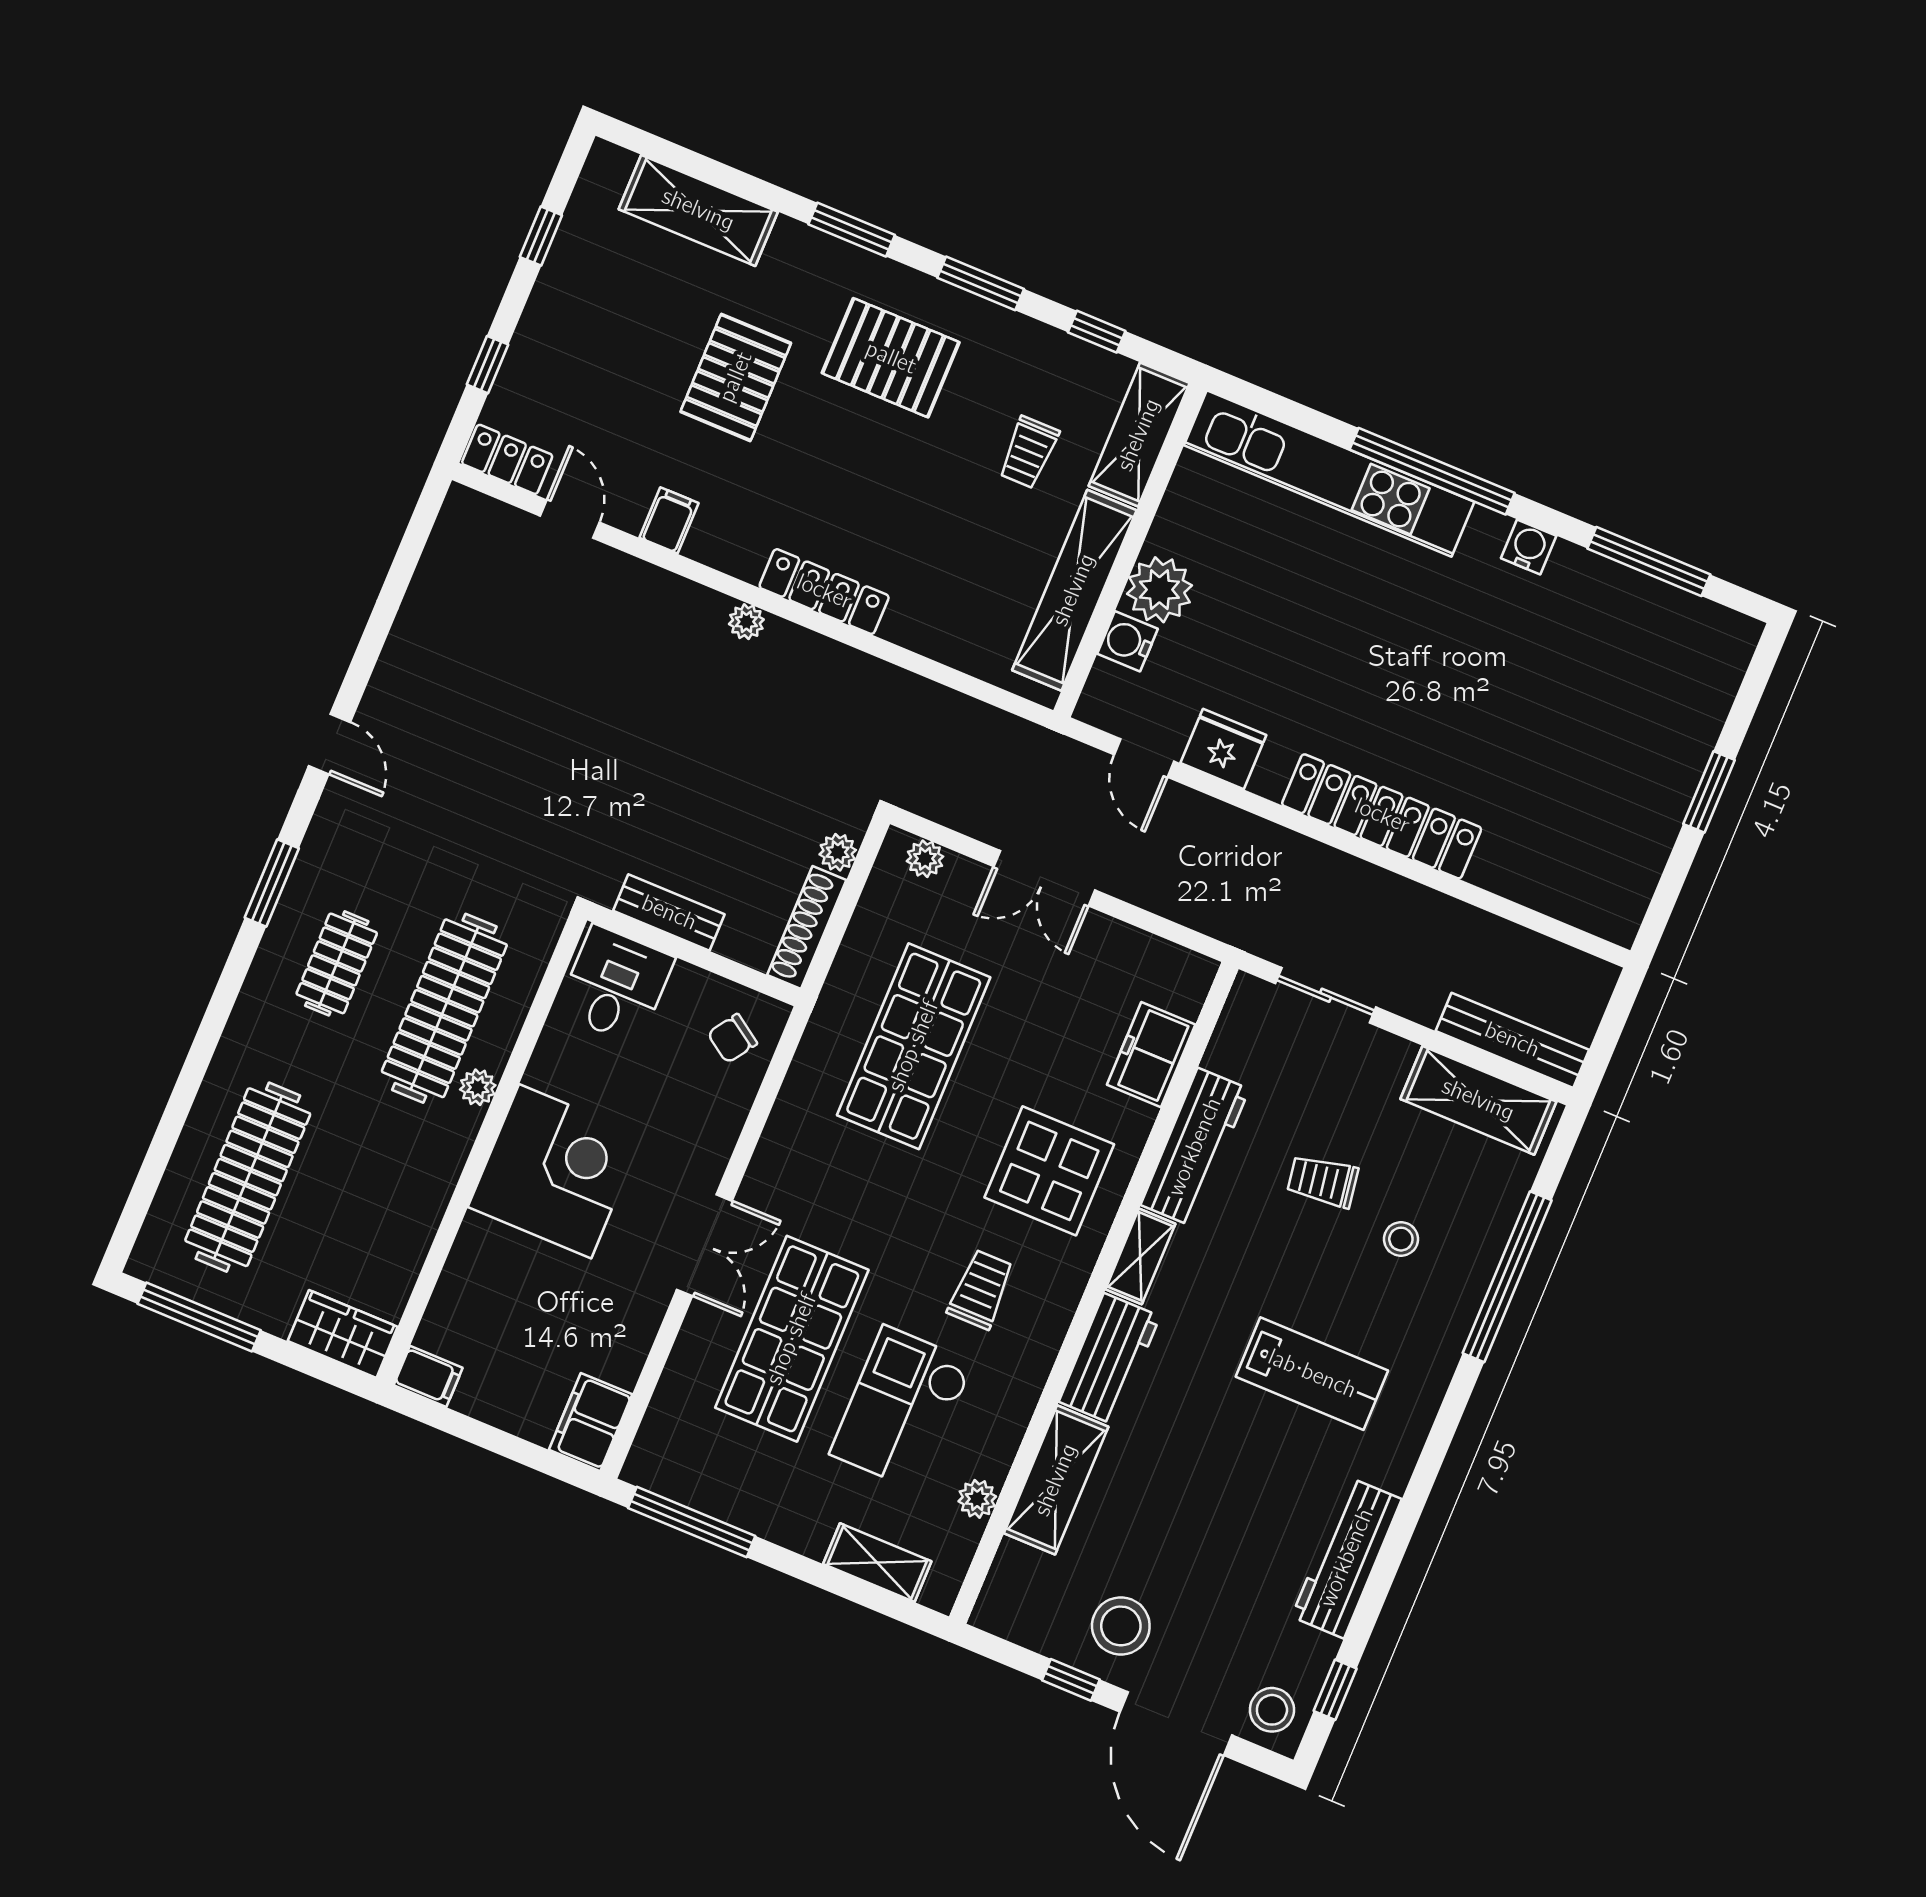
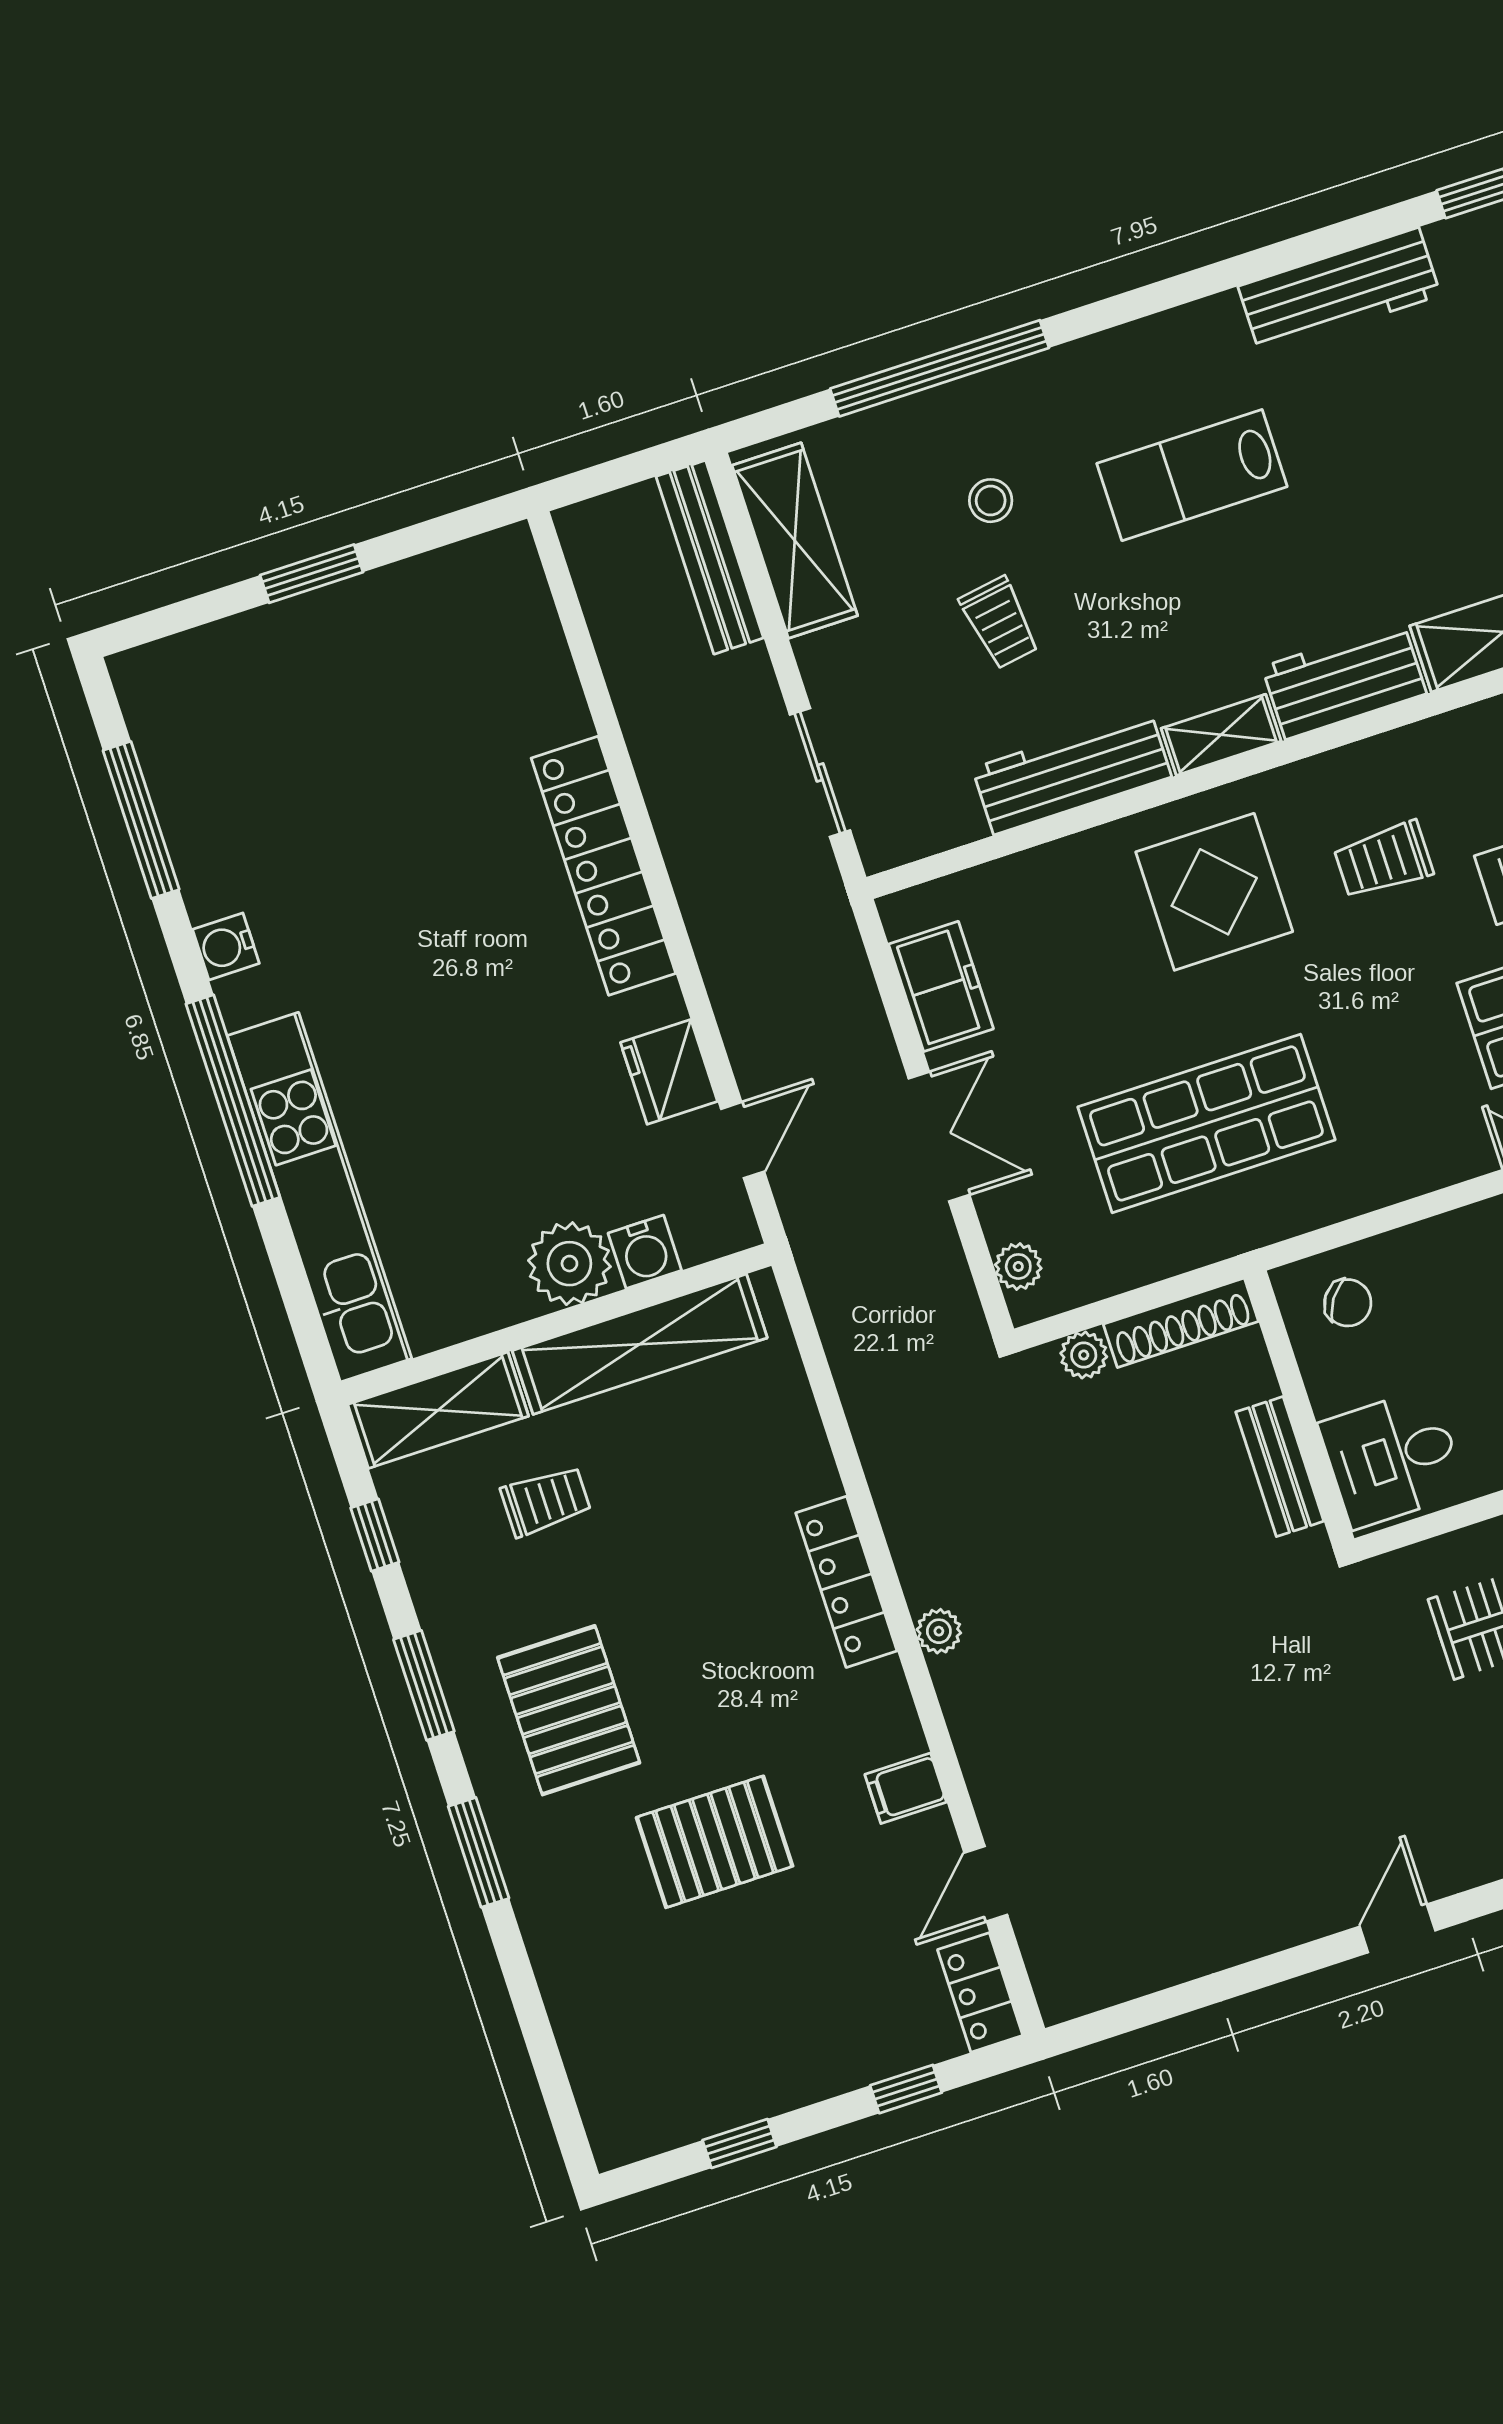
shelving: (698, 210) -> (586, 2014), removed
freezer: (1151, 1055) -> (941, 986), moved, turned -90
lab bench: (1312, 1374) -> (1192, 475), turned -90

